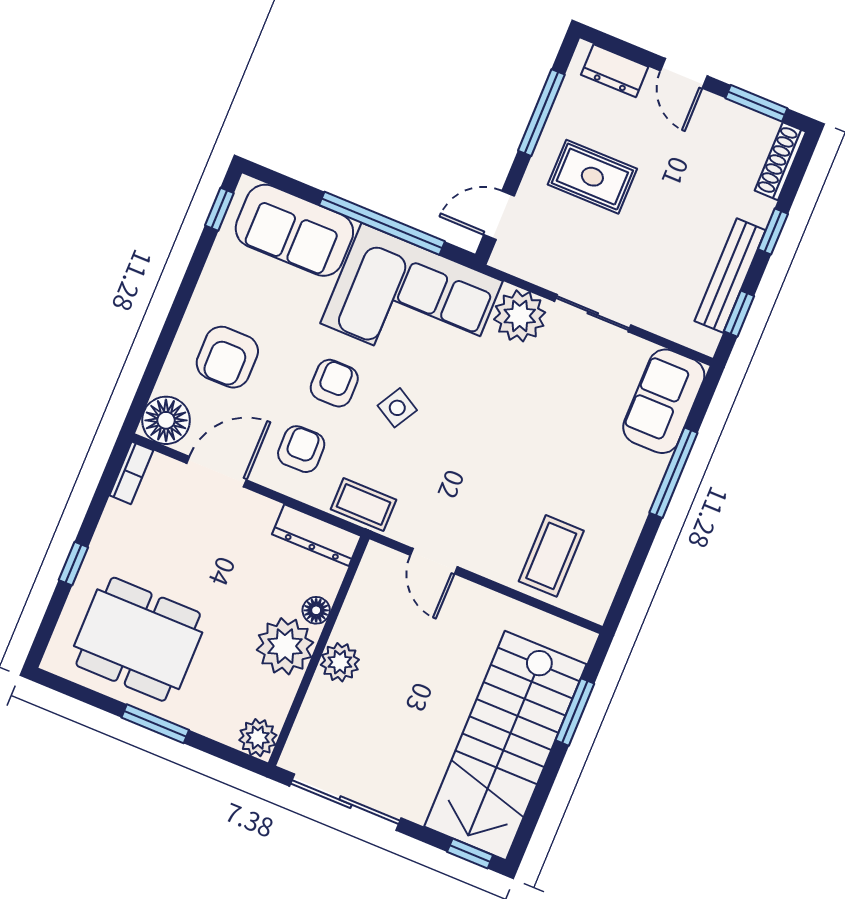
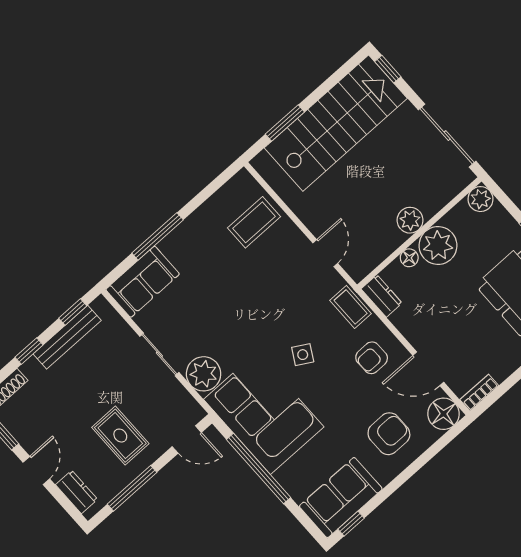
sofa: (294, 230) -> (341, 498), moved, turned -90
armchair: (334, 383) -> (333, 387), removed
dresser: (317, 535) -> (382, 296), width x0.70

